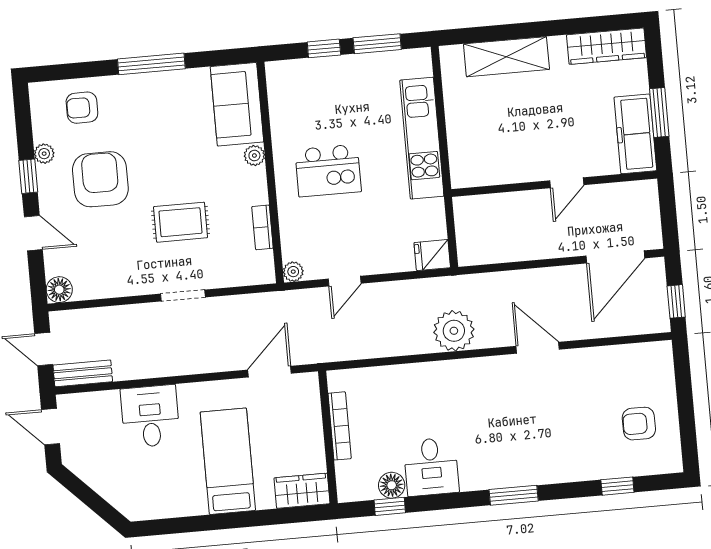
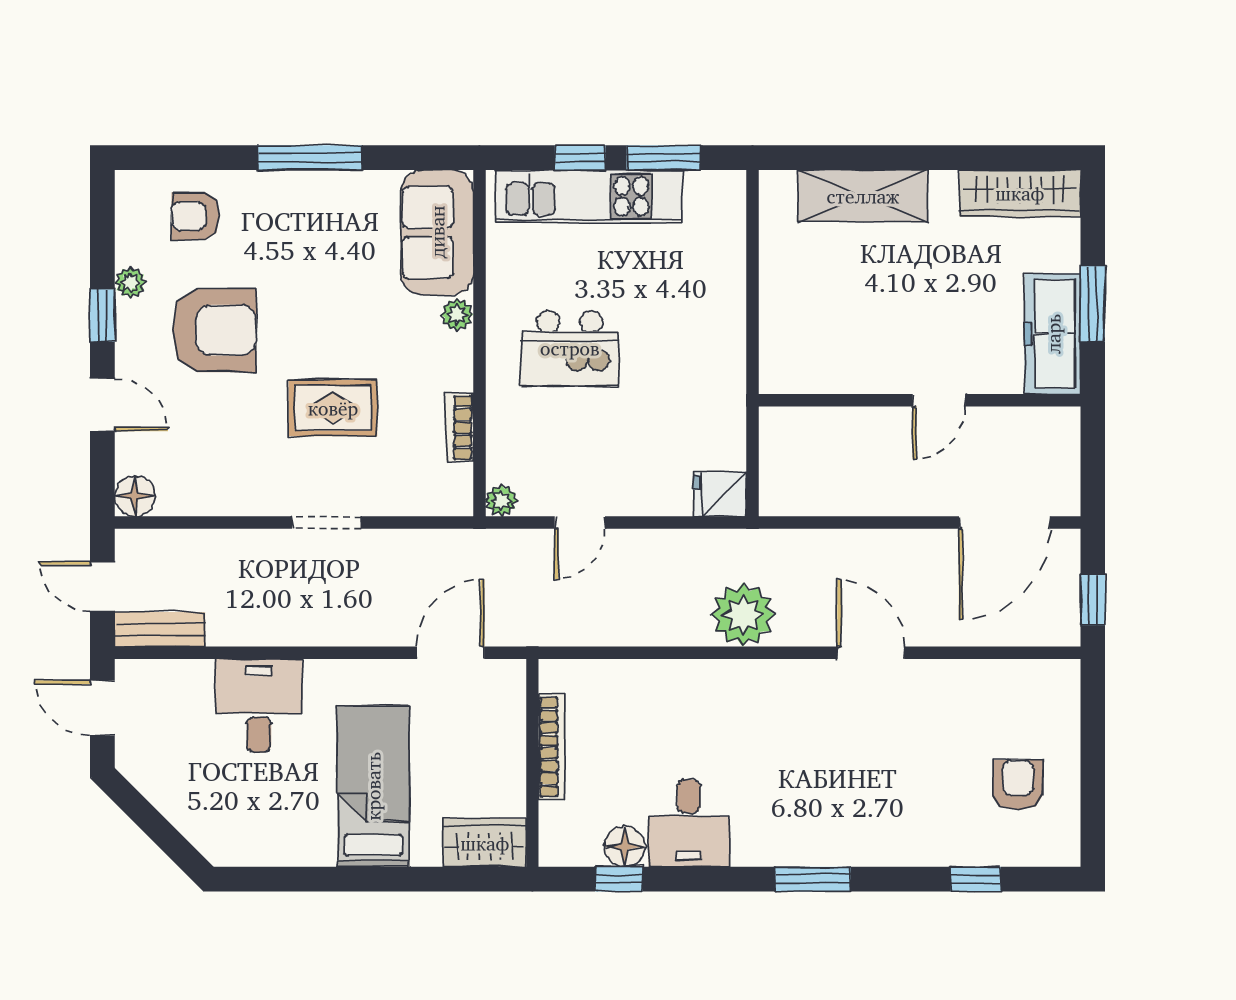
kitchen unit: (422, 138) -> (588, 196), moved, turned -90
armchair: (100, 179) -> (214, 330), turned 90
armchair: (639, 424) -> (1018, 785), turned 90

